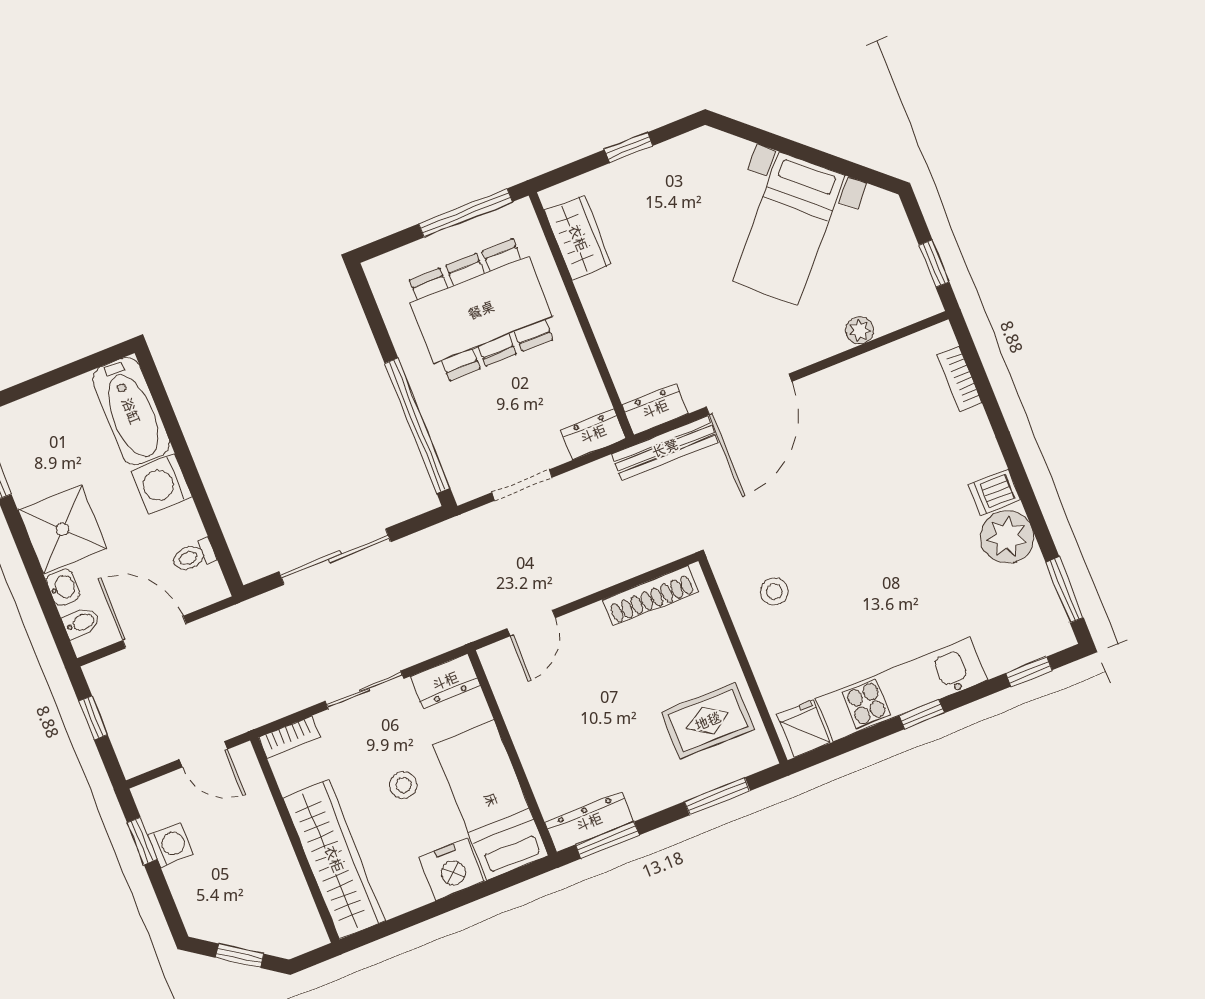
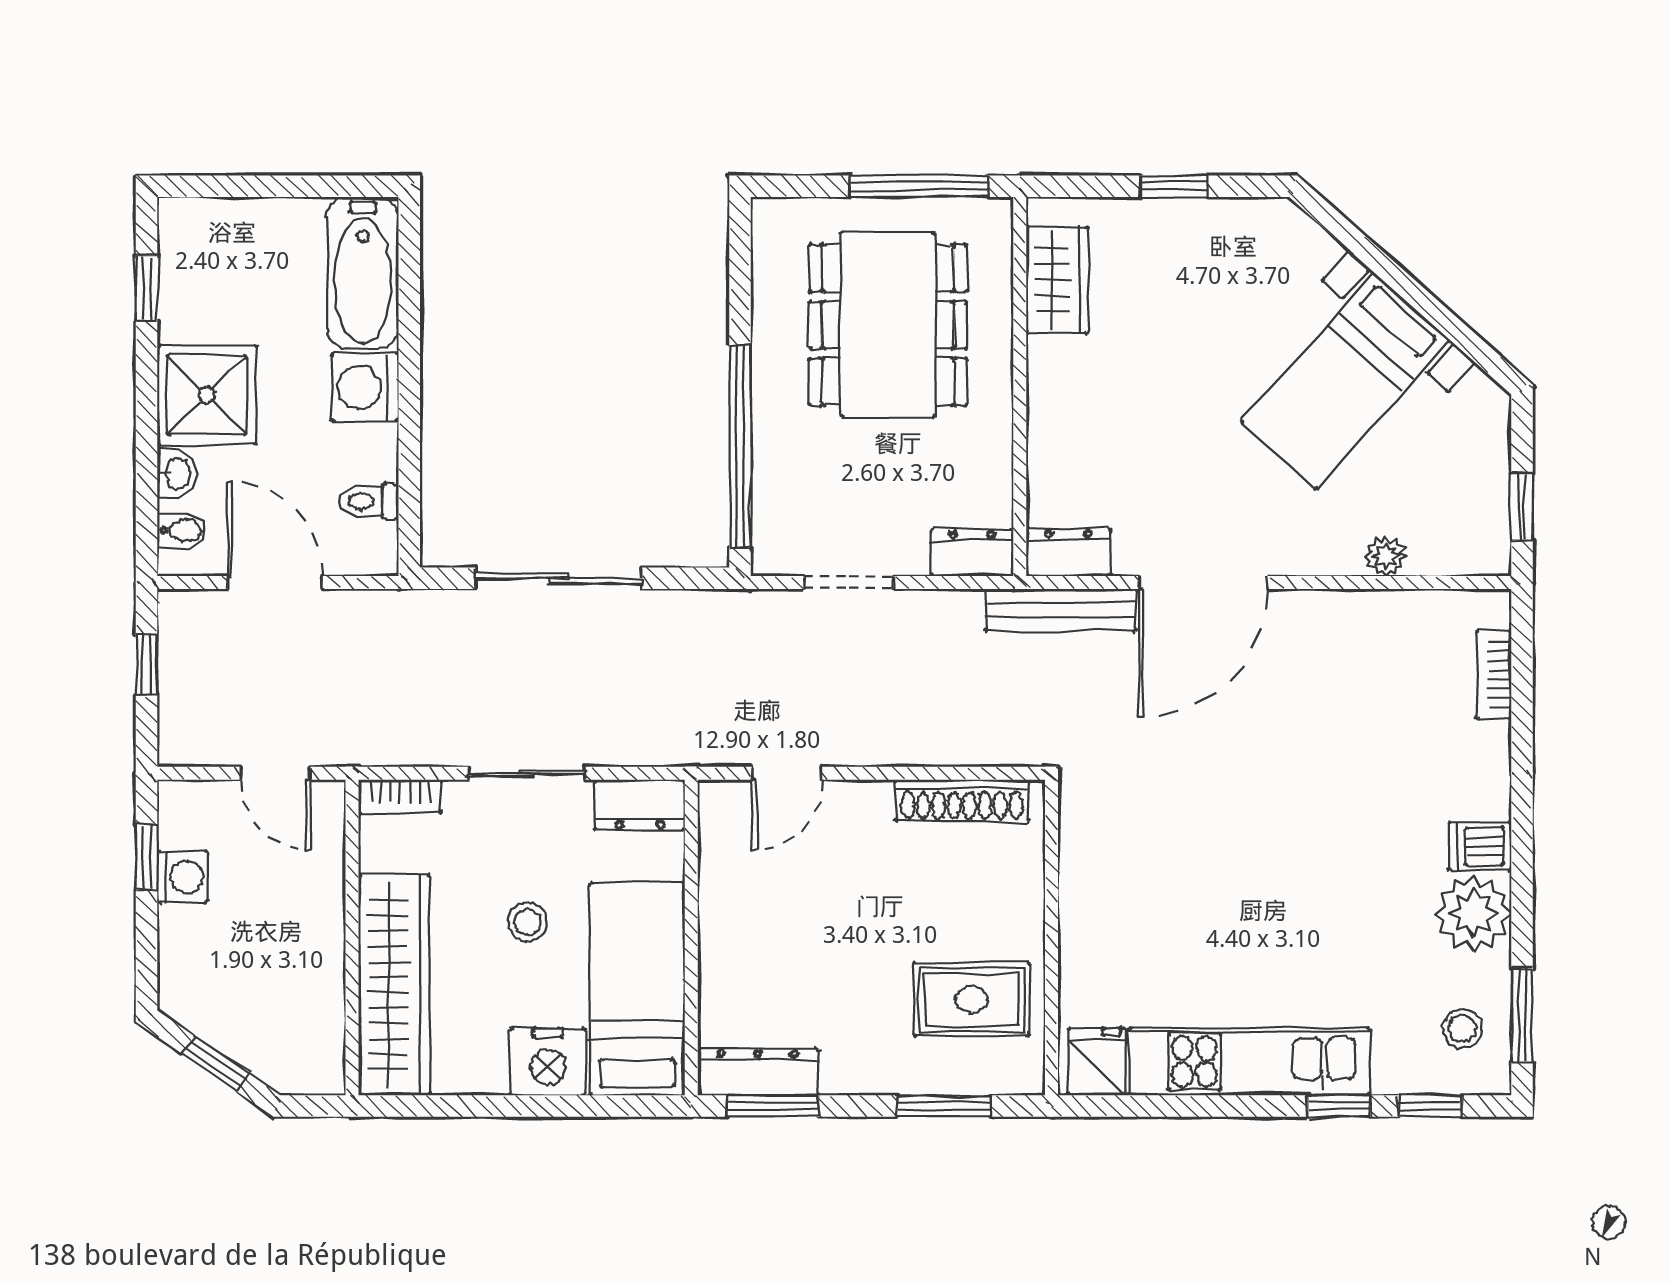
dining table: (481, 310) -> (888, 325), turned 90
stool: (774, 591) -> (1462, 1029), moved
window: (922, 714) -> (1340, 1106), moved

